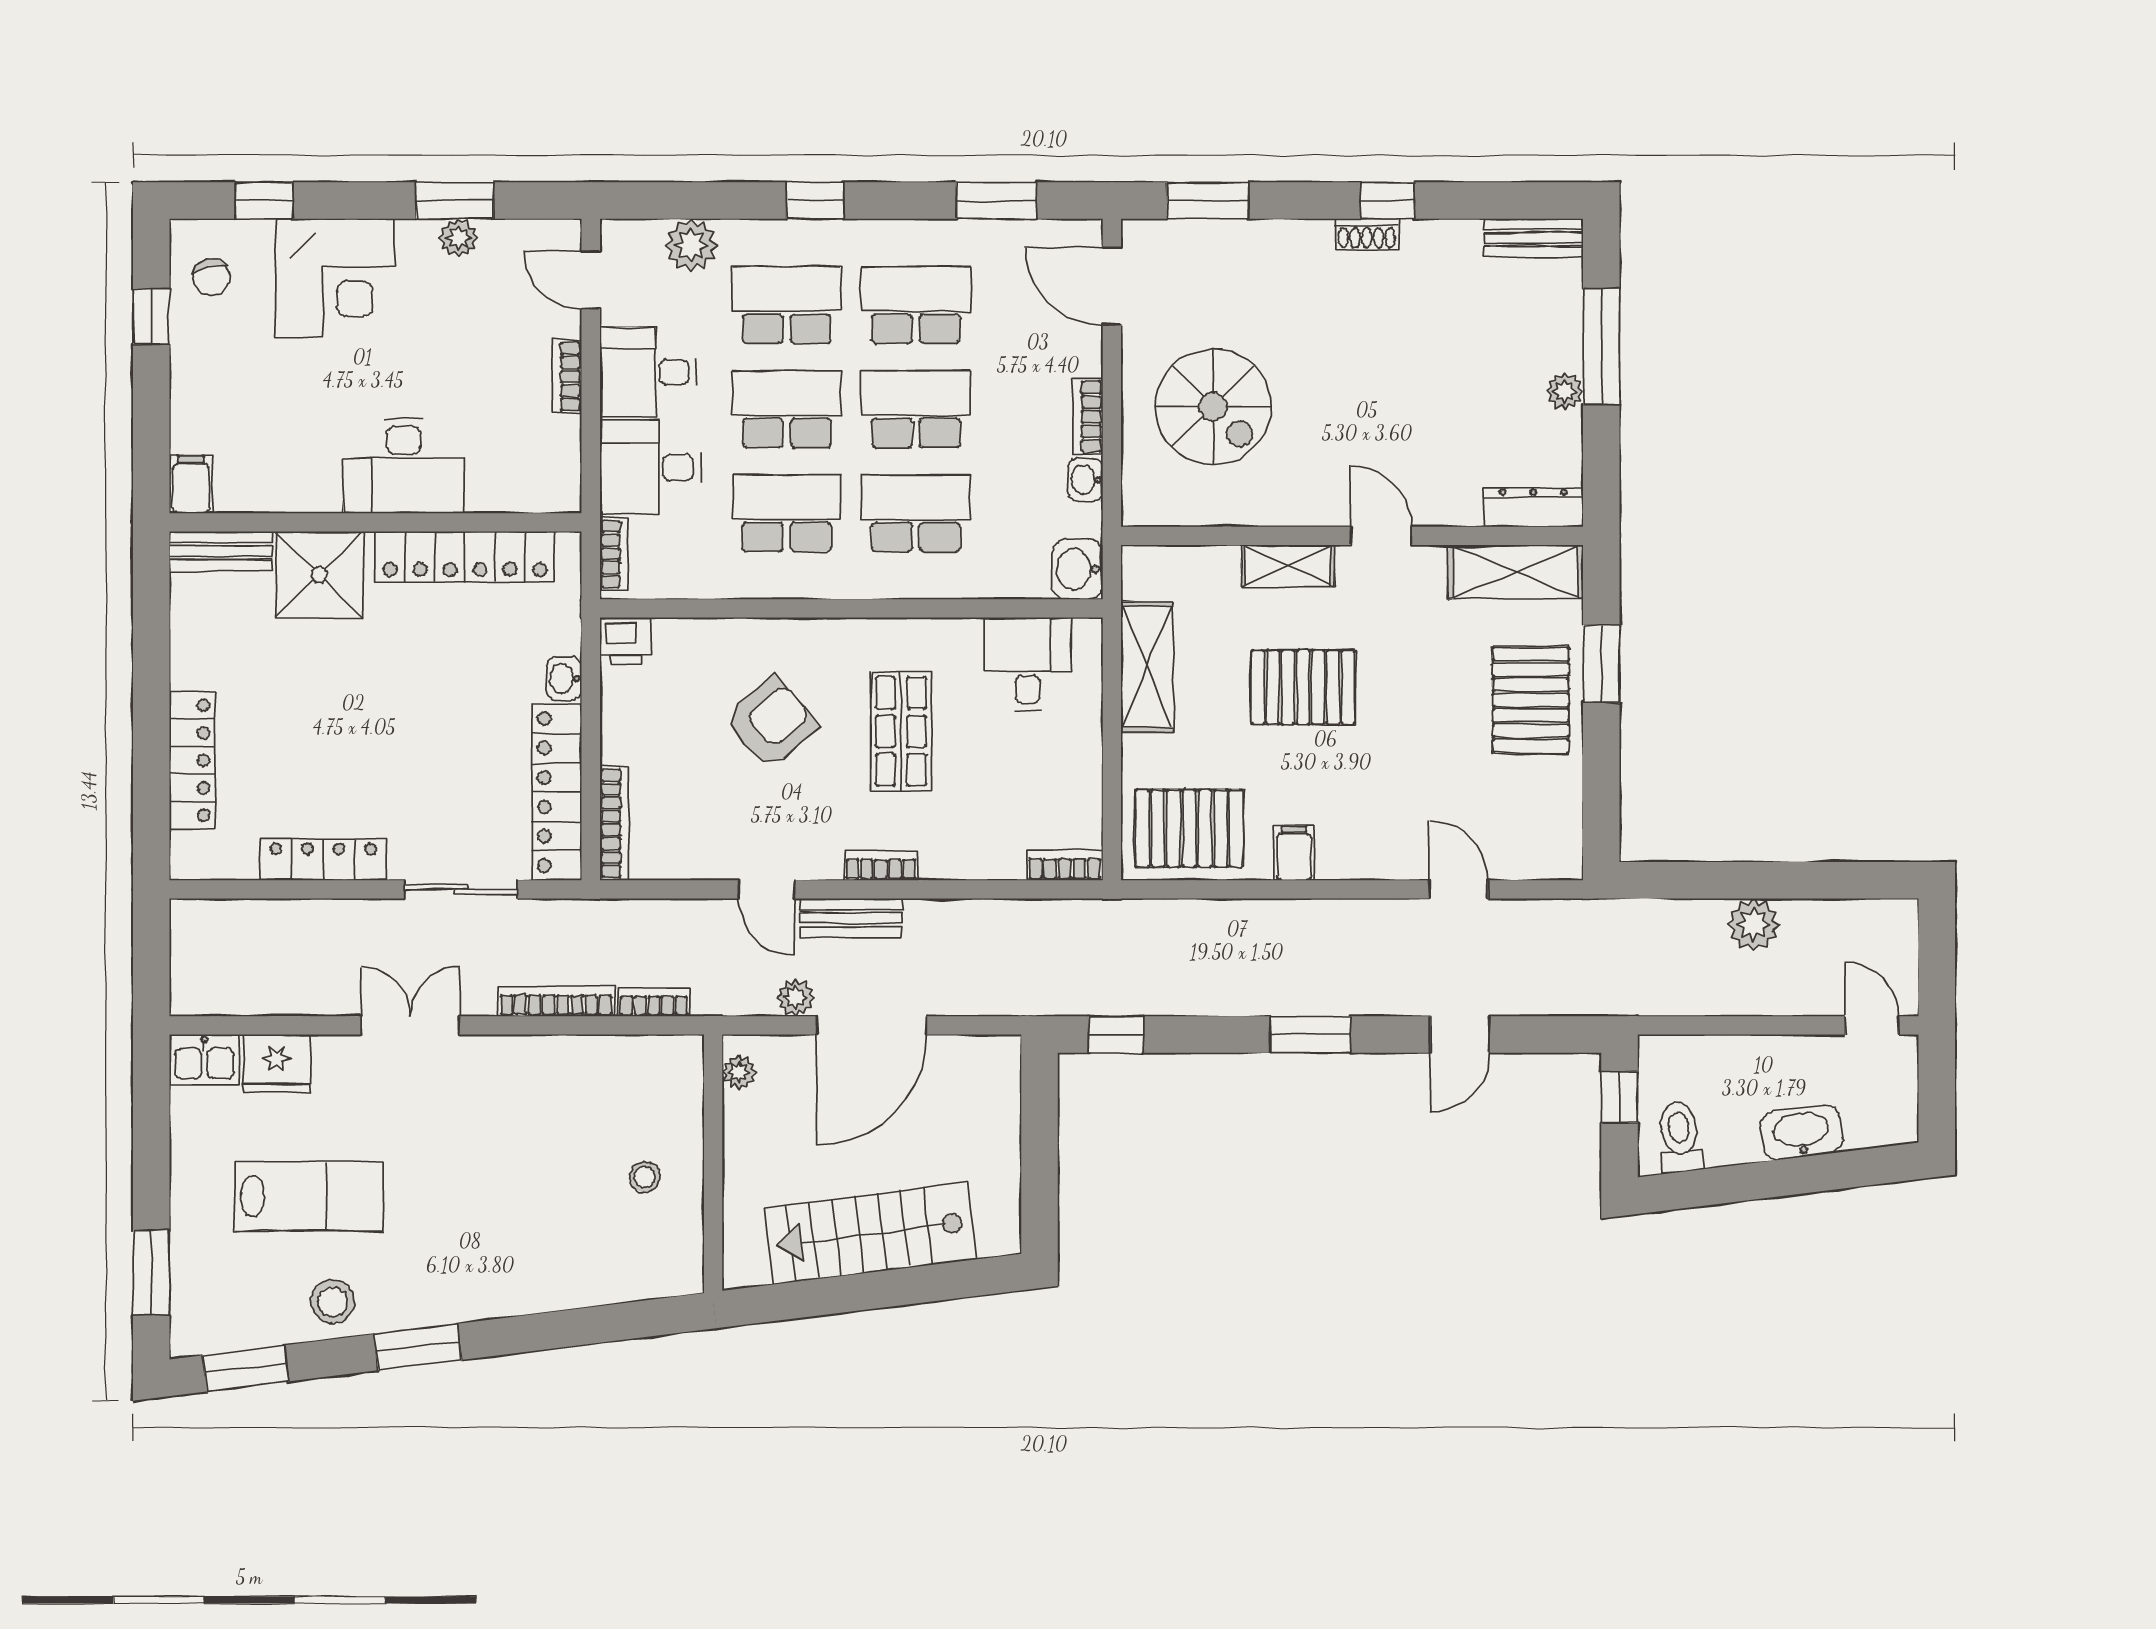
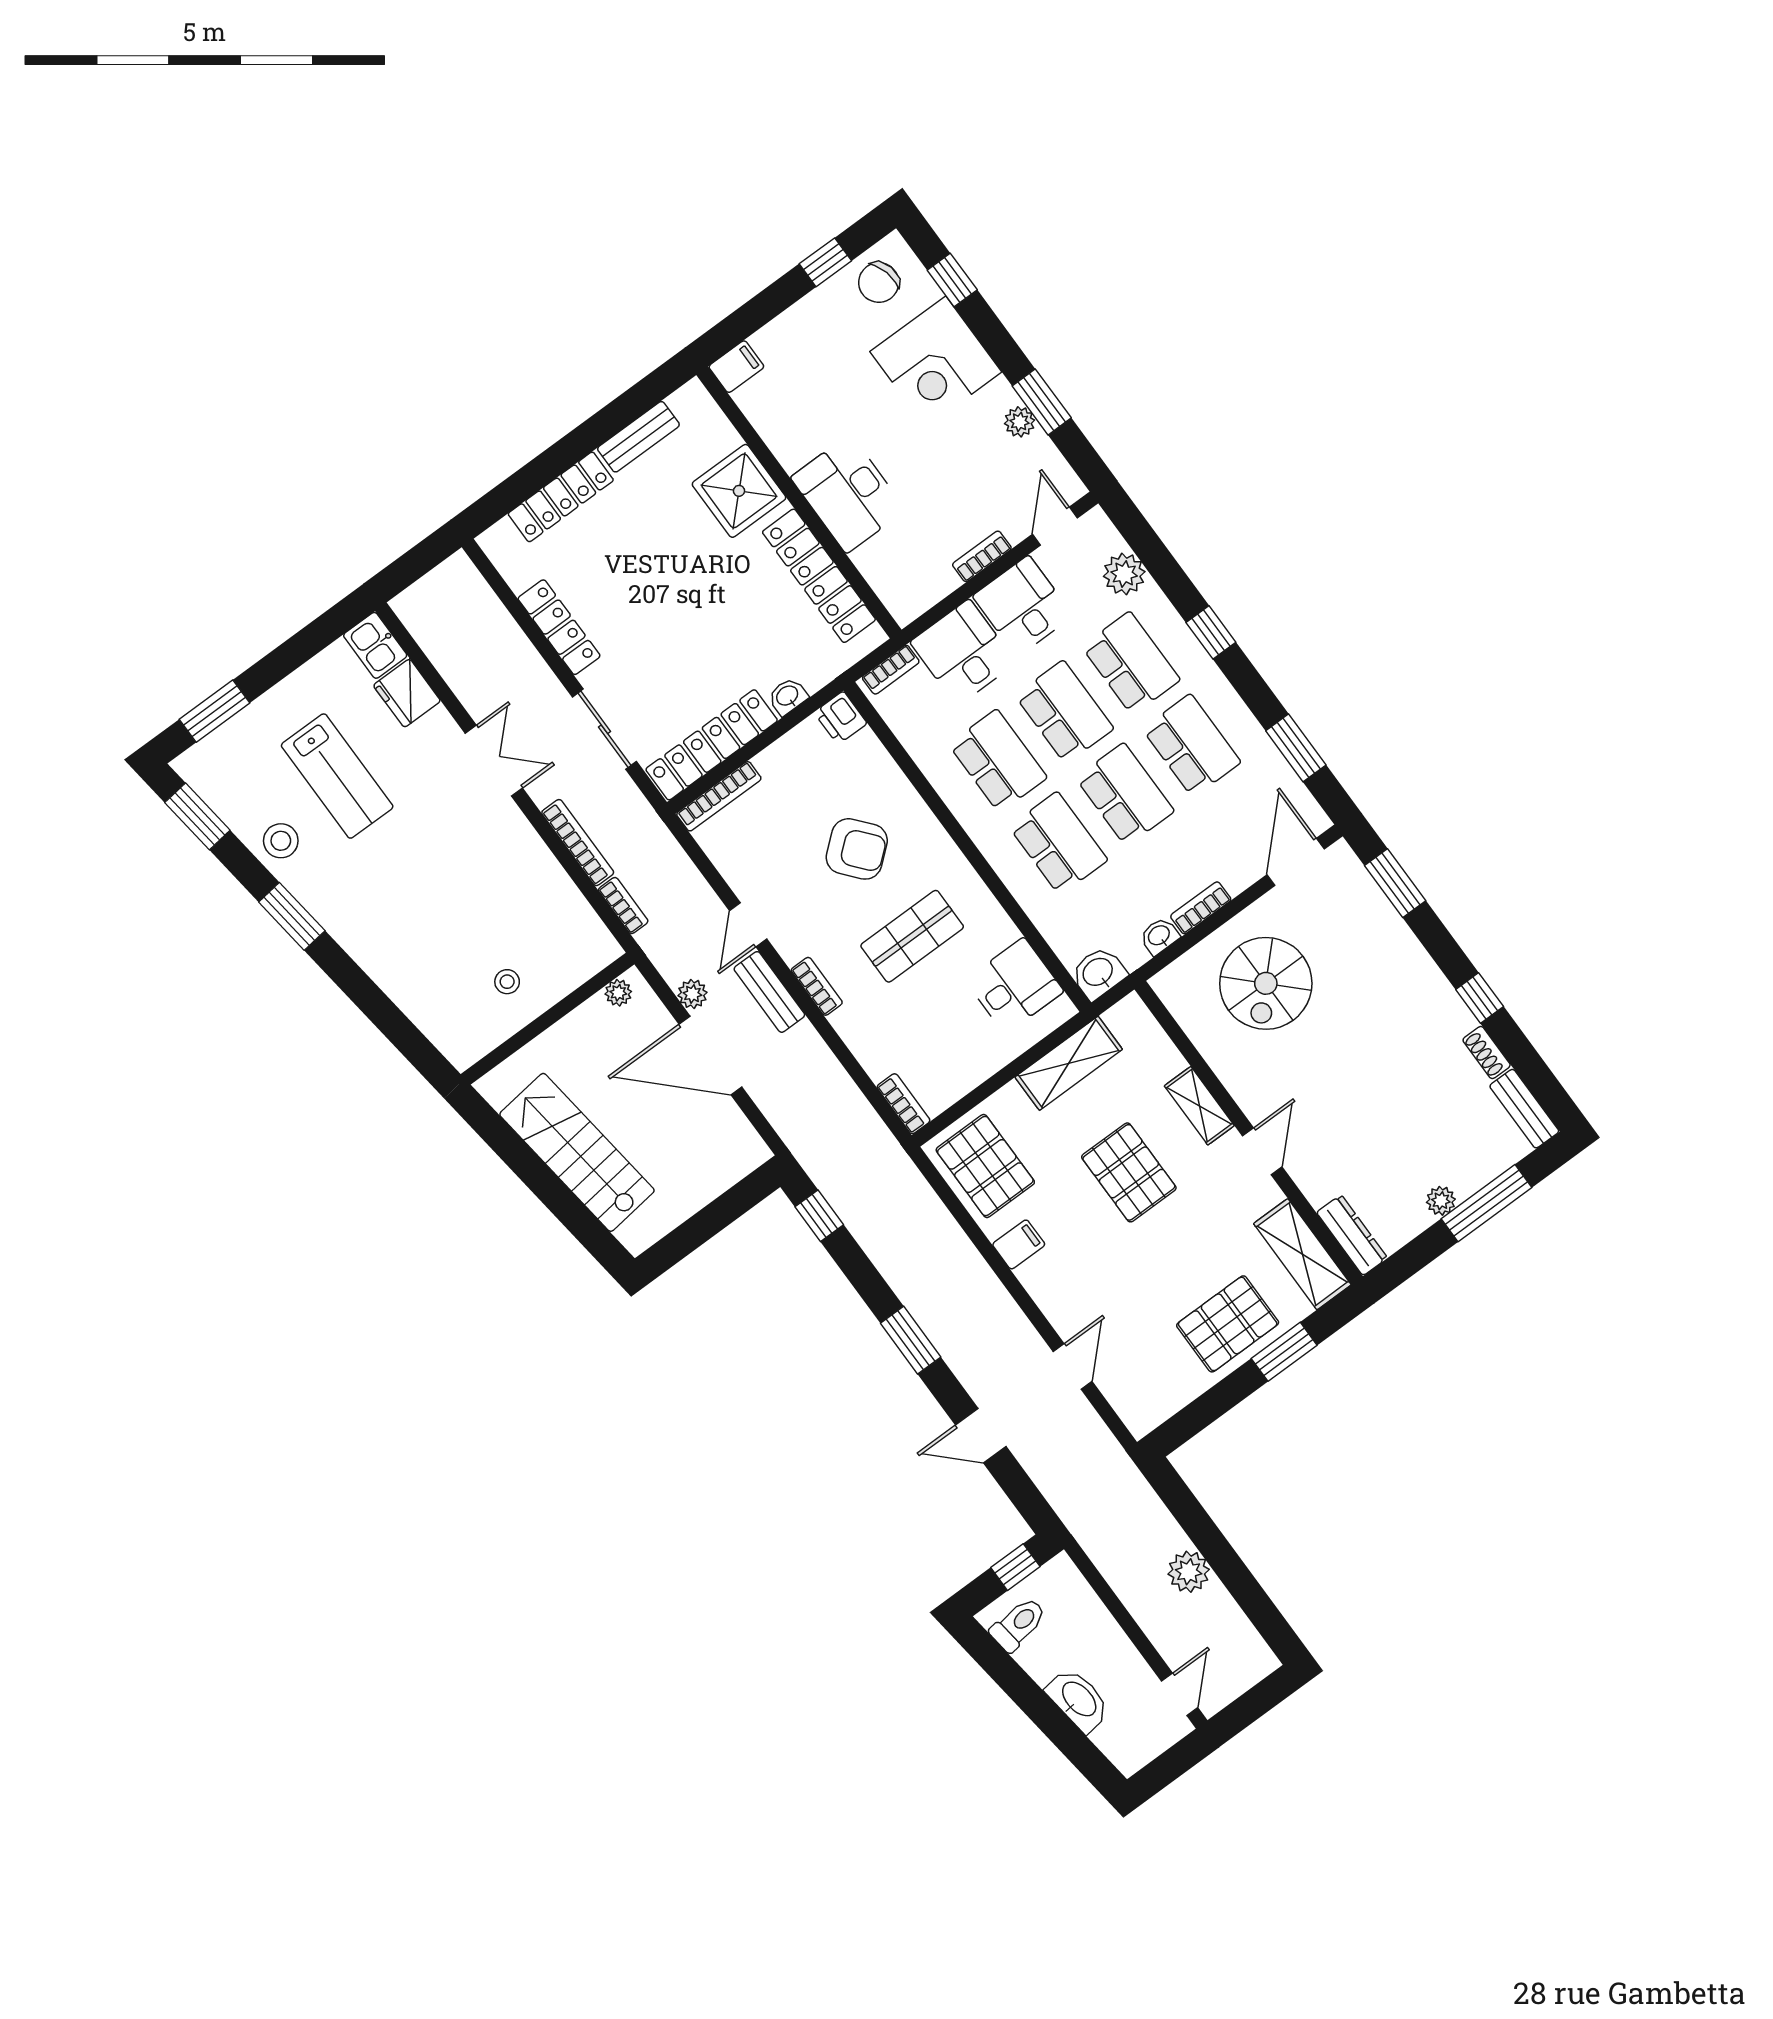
shoe rack: (1367, 234) -> (1487, 1053), moved
chair: (211, 277) -> (879, 282), width x1.37, depth x1.37
bench: (221, 551) -> (638, 437), moved, turned 90

